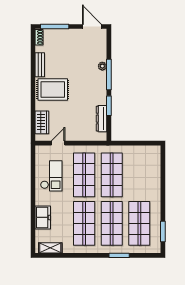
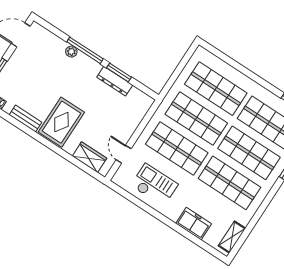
dresser: (102, 119) -> (115, 81), moved
shop shelf: (139, 175) -> (216, 89), added

